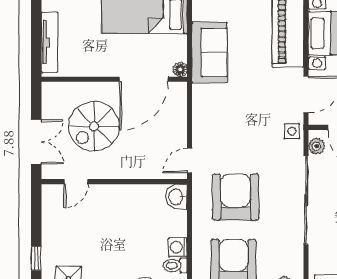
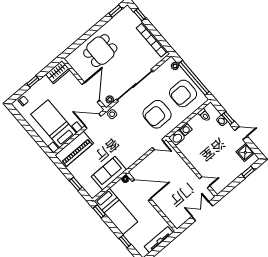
spiral stairs: (94, 126) -> (177, 194), removed
washing machine: (178, 247) -> (186, 129), moved

